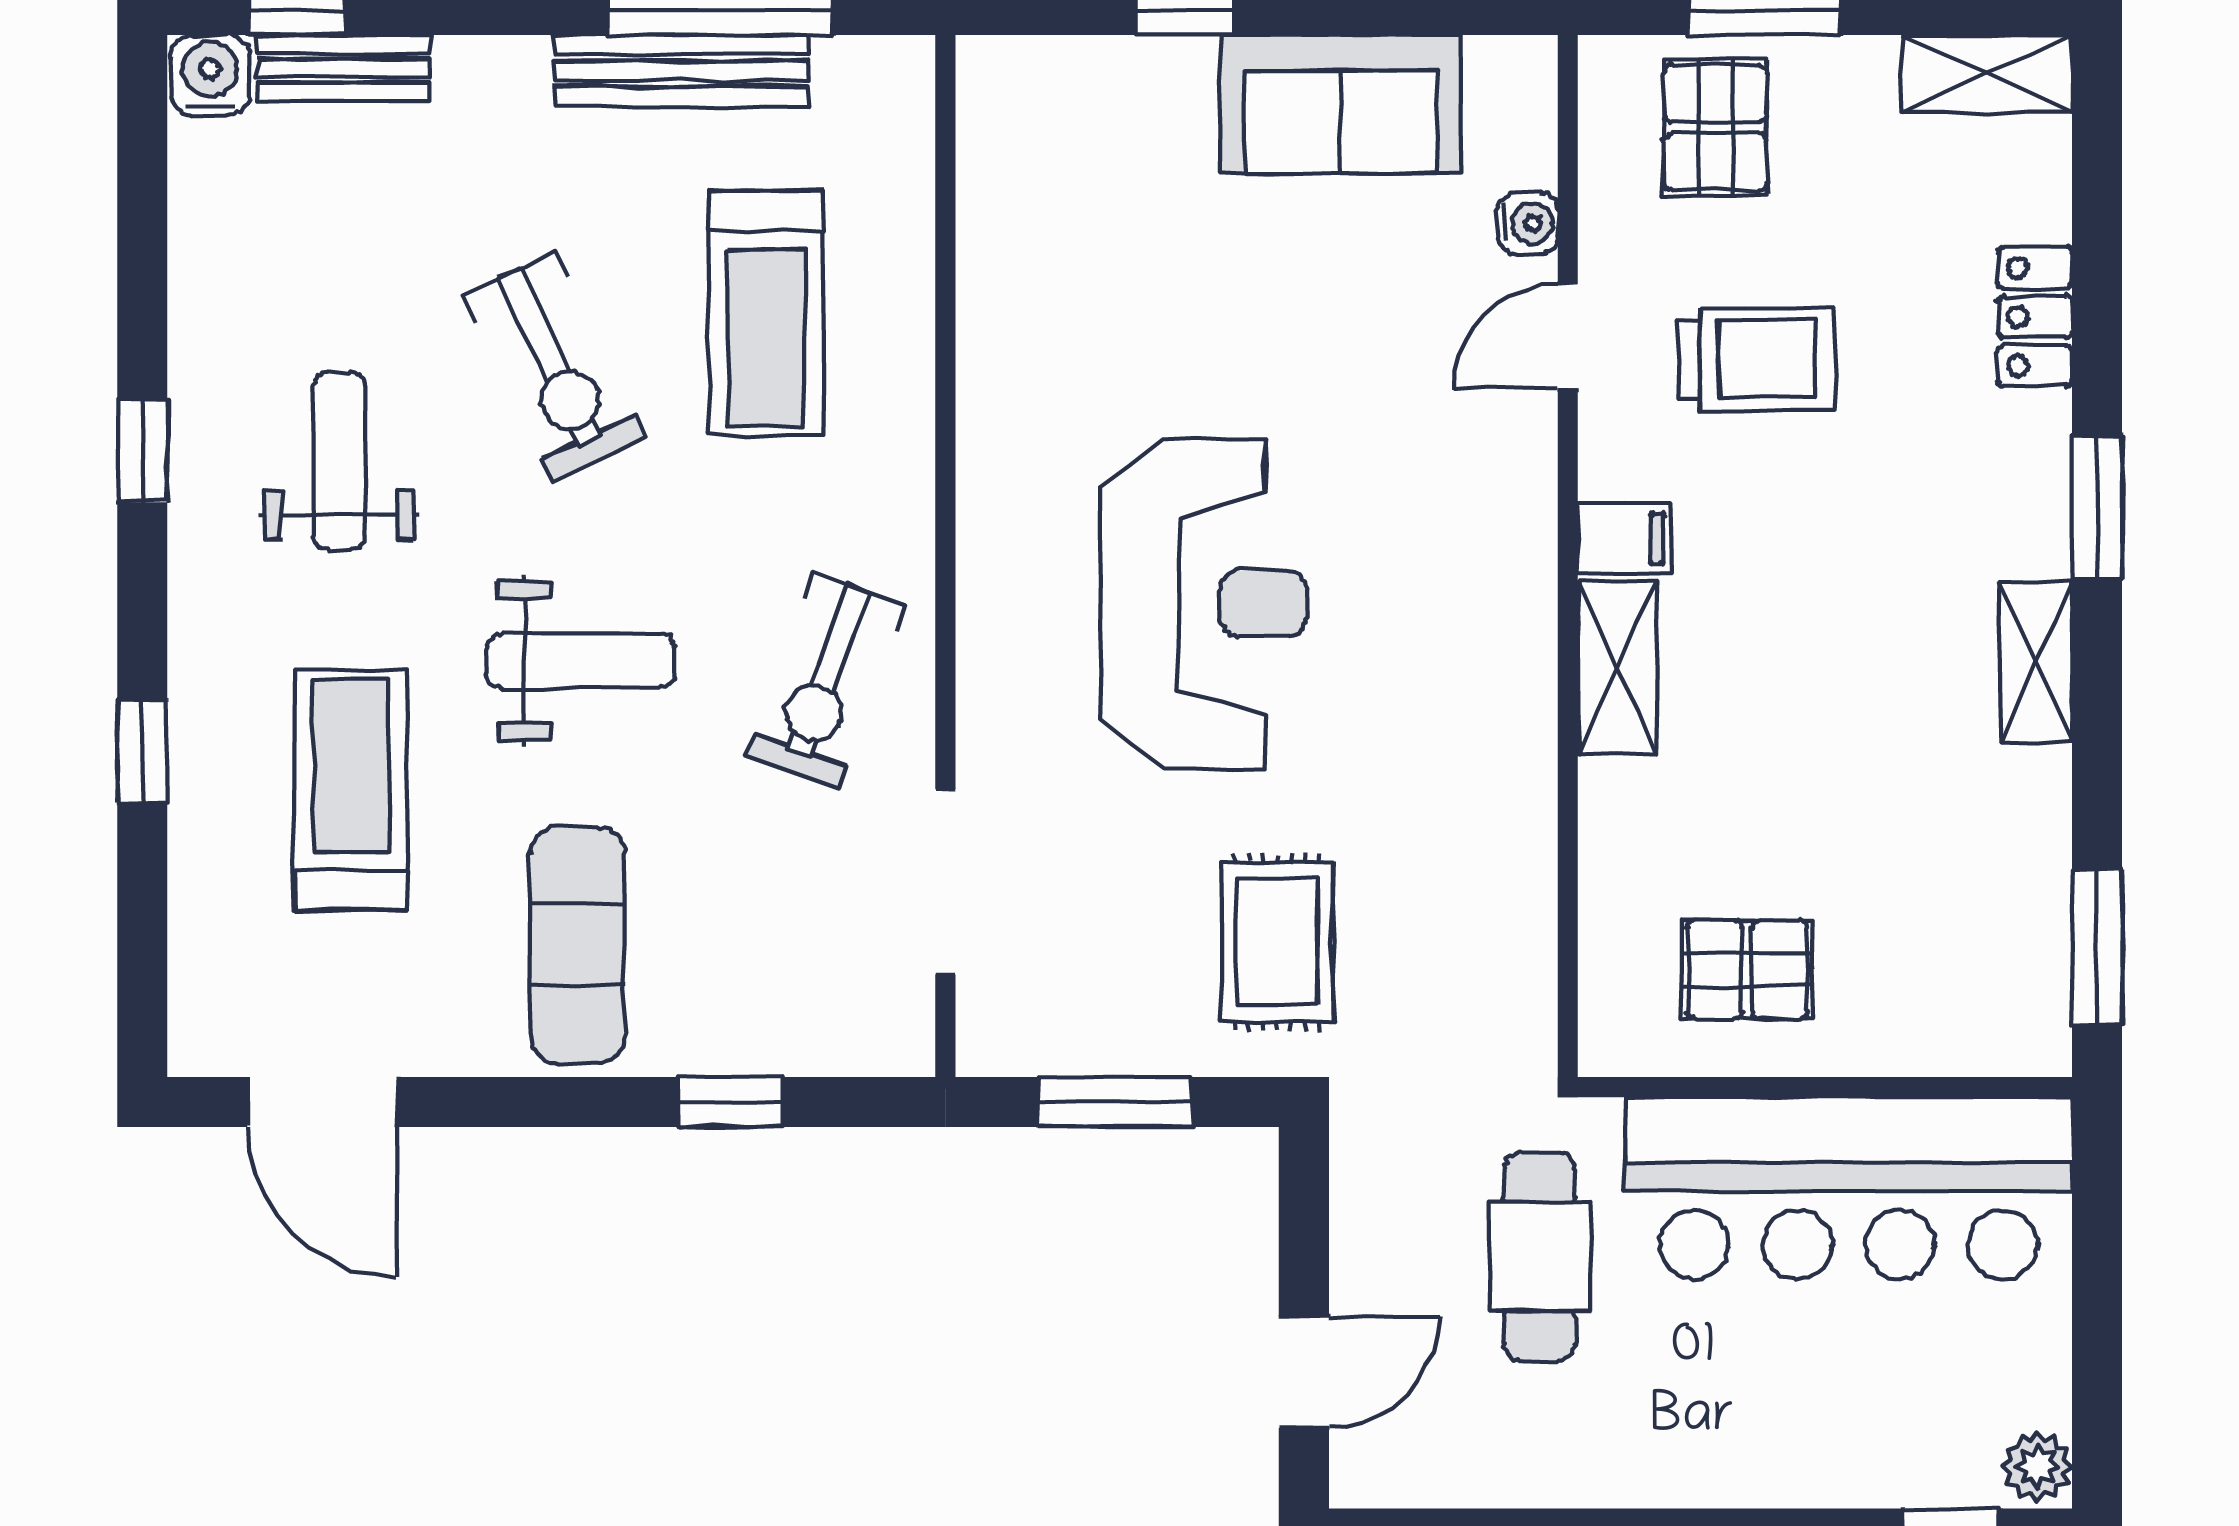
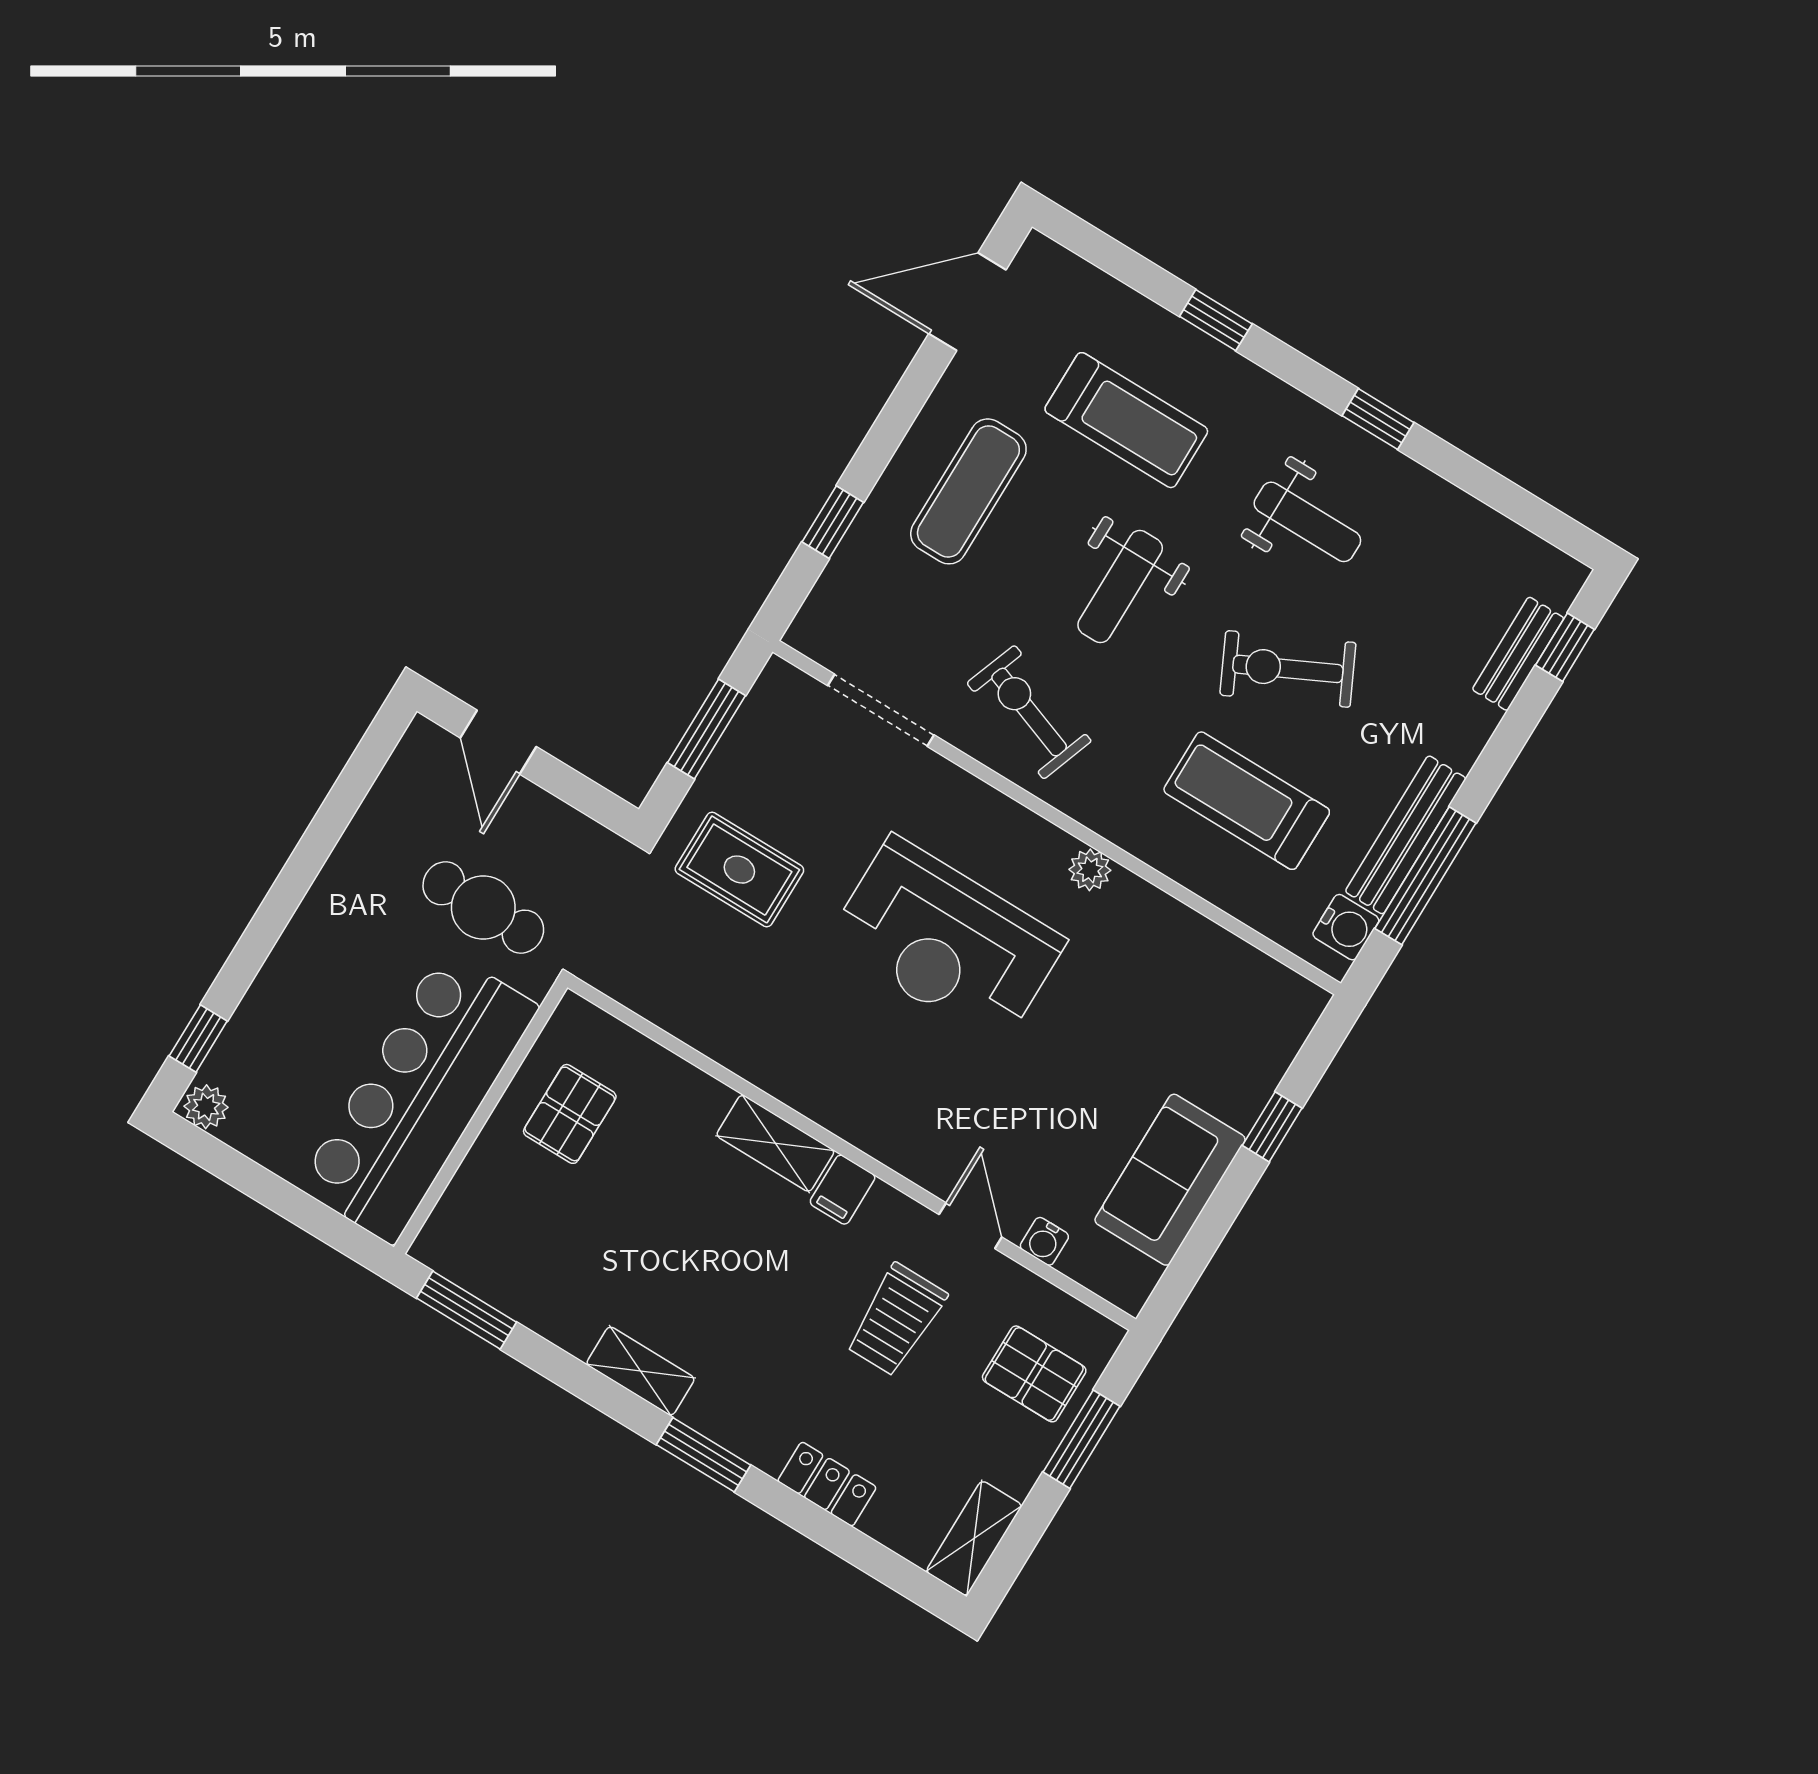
water cooler: (210, 75) -> (1346, 927), moved
plant: (989, 468) -> (1090, 870), added
exercise mat: (578, 944) -> (968, 491), turned 90

